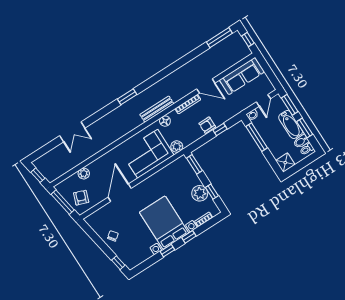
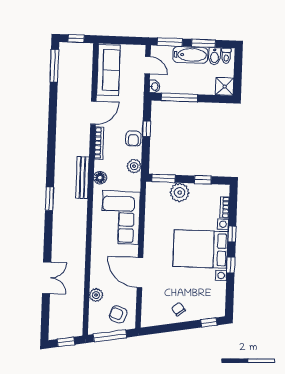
plant: (177, 147) -> (134, 166), moved
plant: (200, 193) -> (180, 192), moved

